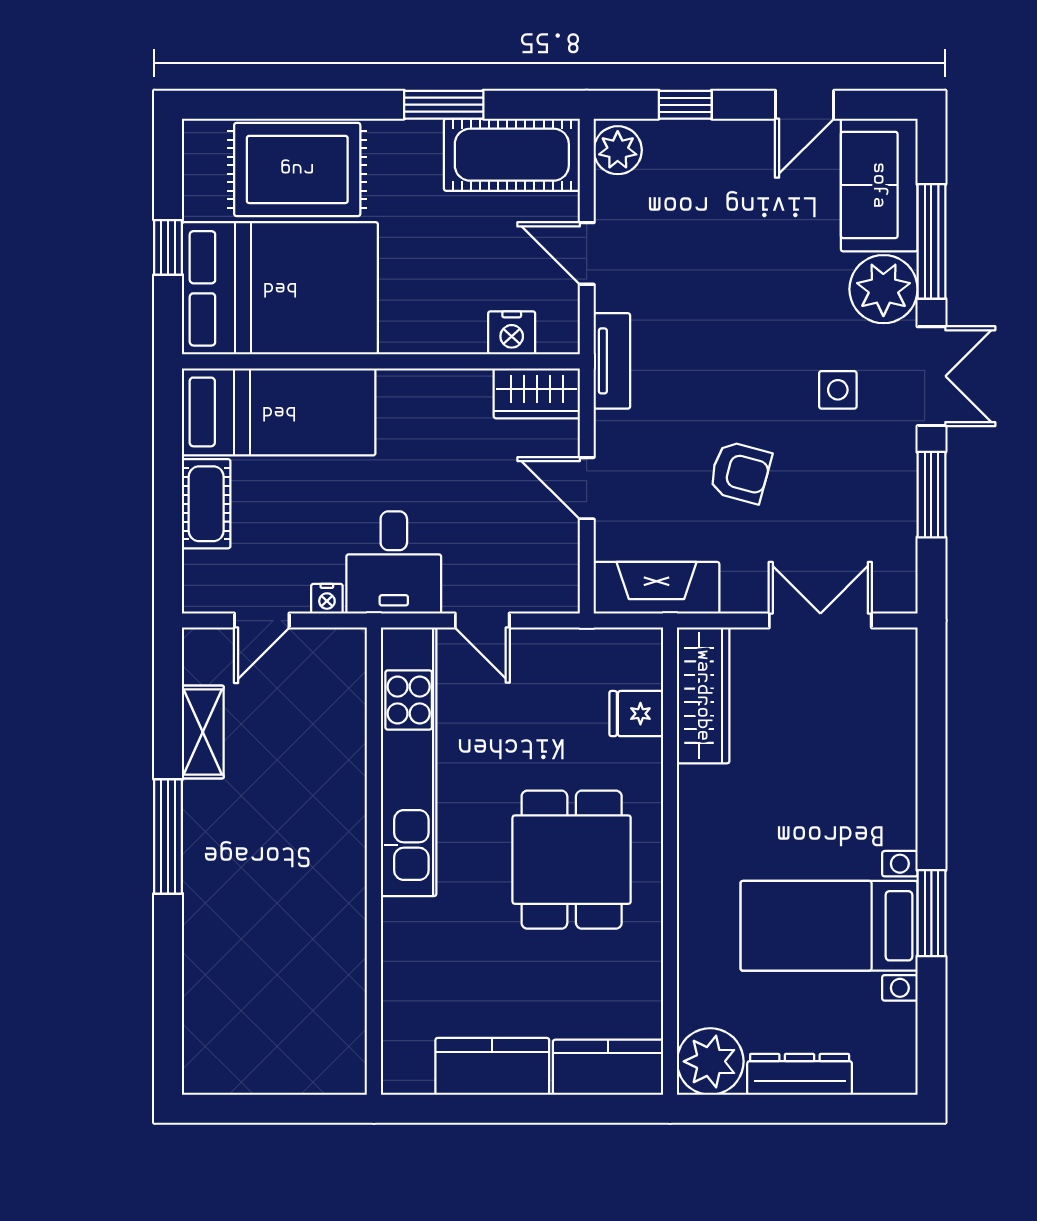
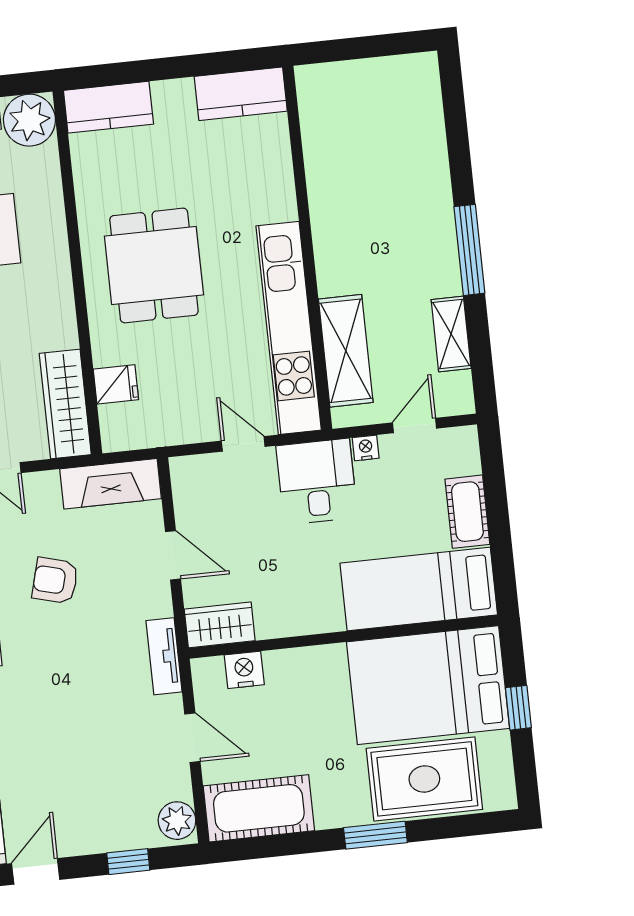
window: (444, 105) -> (375, 835), moved
shelving: (339, 725) -> (346, 351), added
kitchen counter: (492, 1066) -> (241, 94), moved

